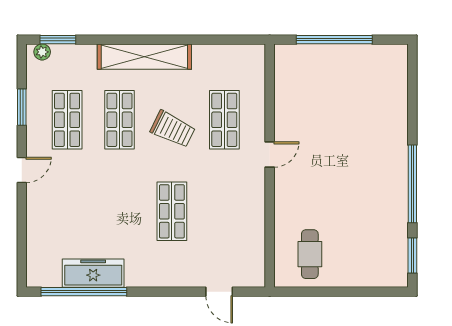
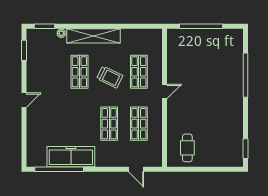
plant: (42, 52) -> (61, 33), moved
window: (22, 107) -> (24, 50), moved
shop shelf: (67, 120) -> (139, 124), moved
window: (412, 184) -> (246, 75), moved
freezer: (93, 273) -> (71, 157), width x1.36, depth x1.26

